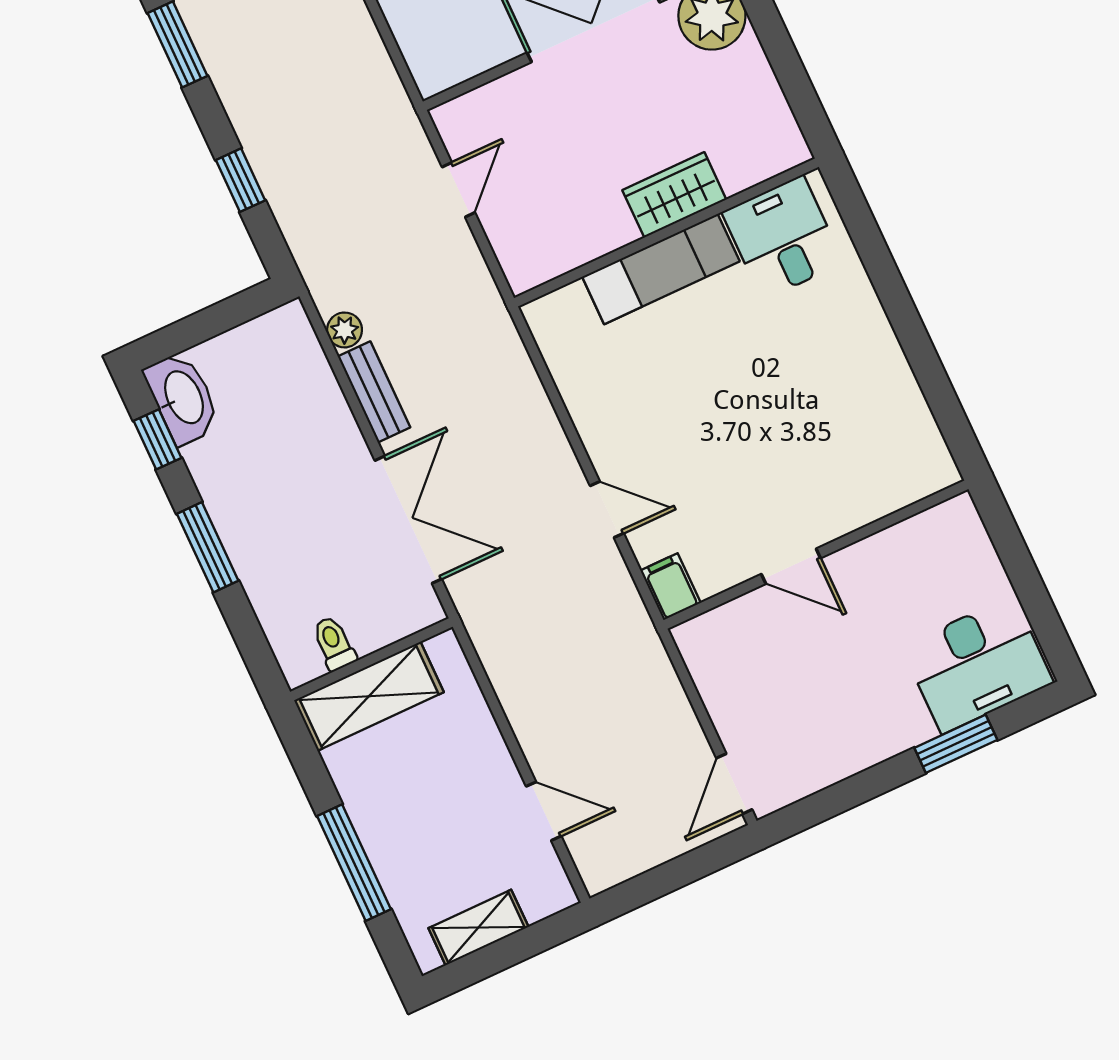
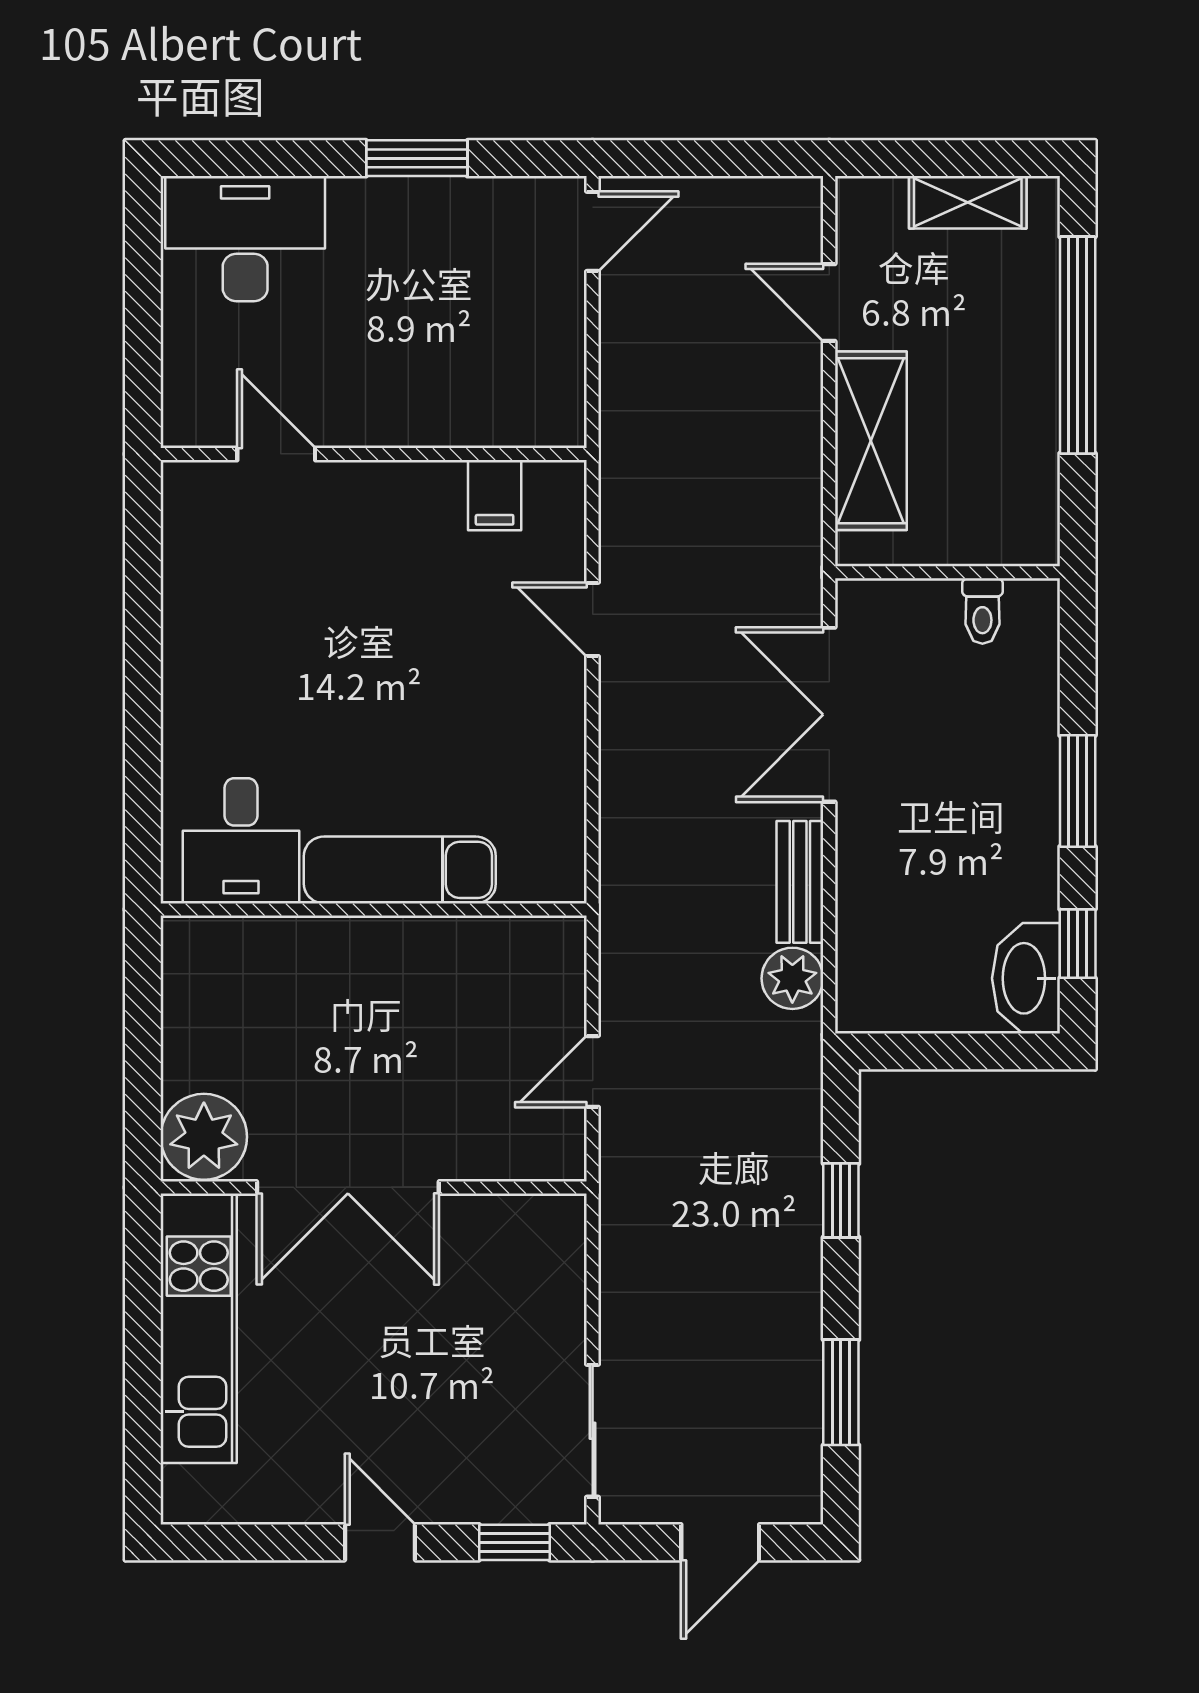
wardrobe: (674, 195) -> (344, 949), removed
plant: (345, 330) -> (792, 978), width x1.38, depth x1.38
door: (791, 566) -> (276, 454), moved
filing cabinet: (671, 587) -> (495, 495), moved
shelving: (369, 696) -> (871, 441), moved, turned 90
window: (956, 744) -> (417, 158), moved
window: (354, 863) -> (1078, 345), width x1.46

